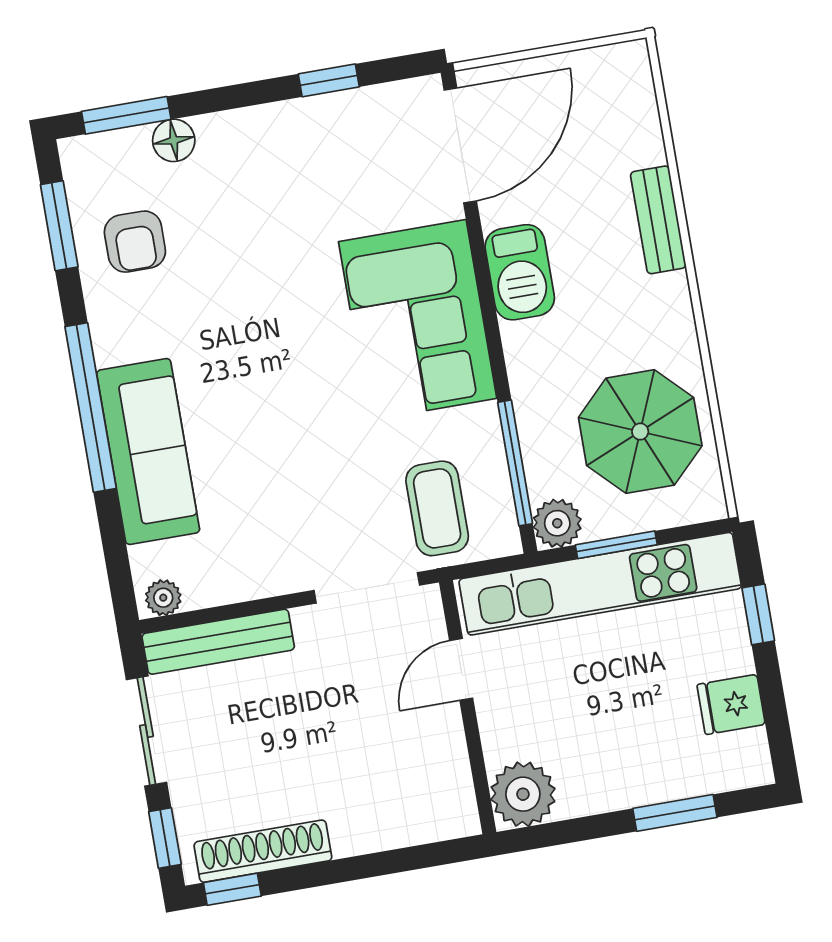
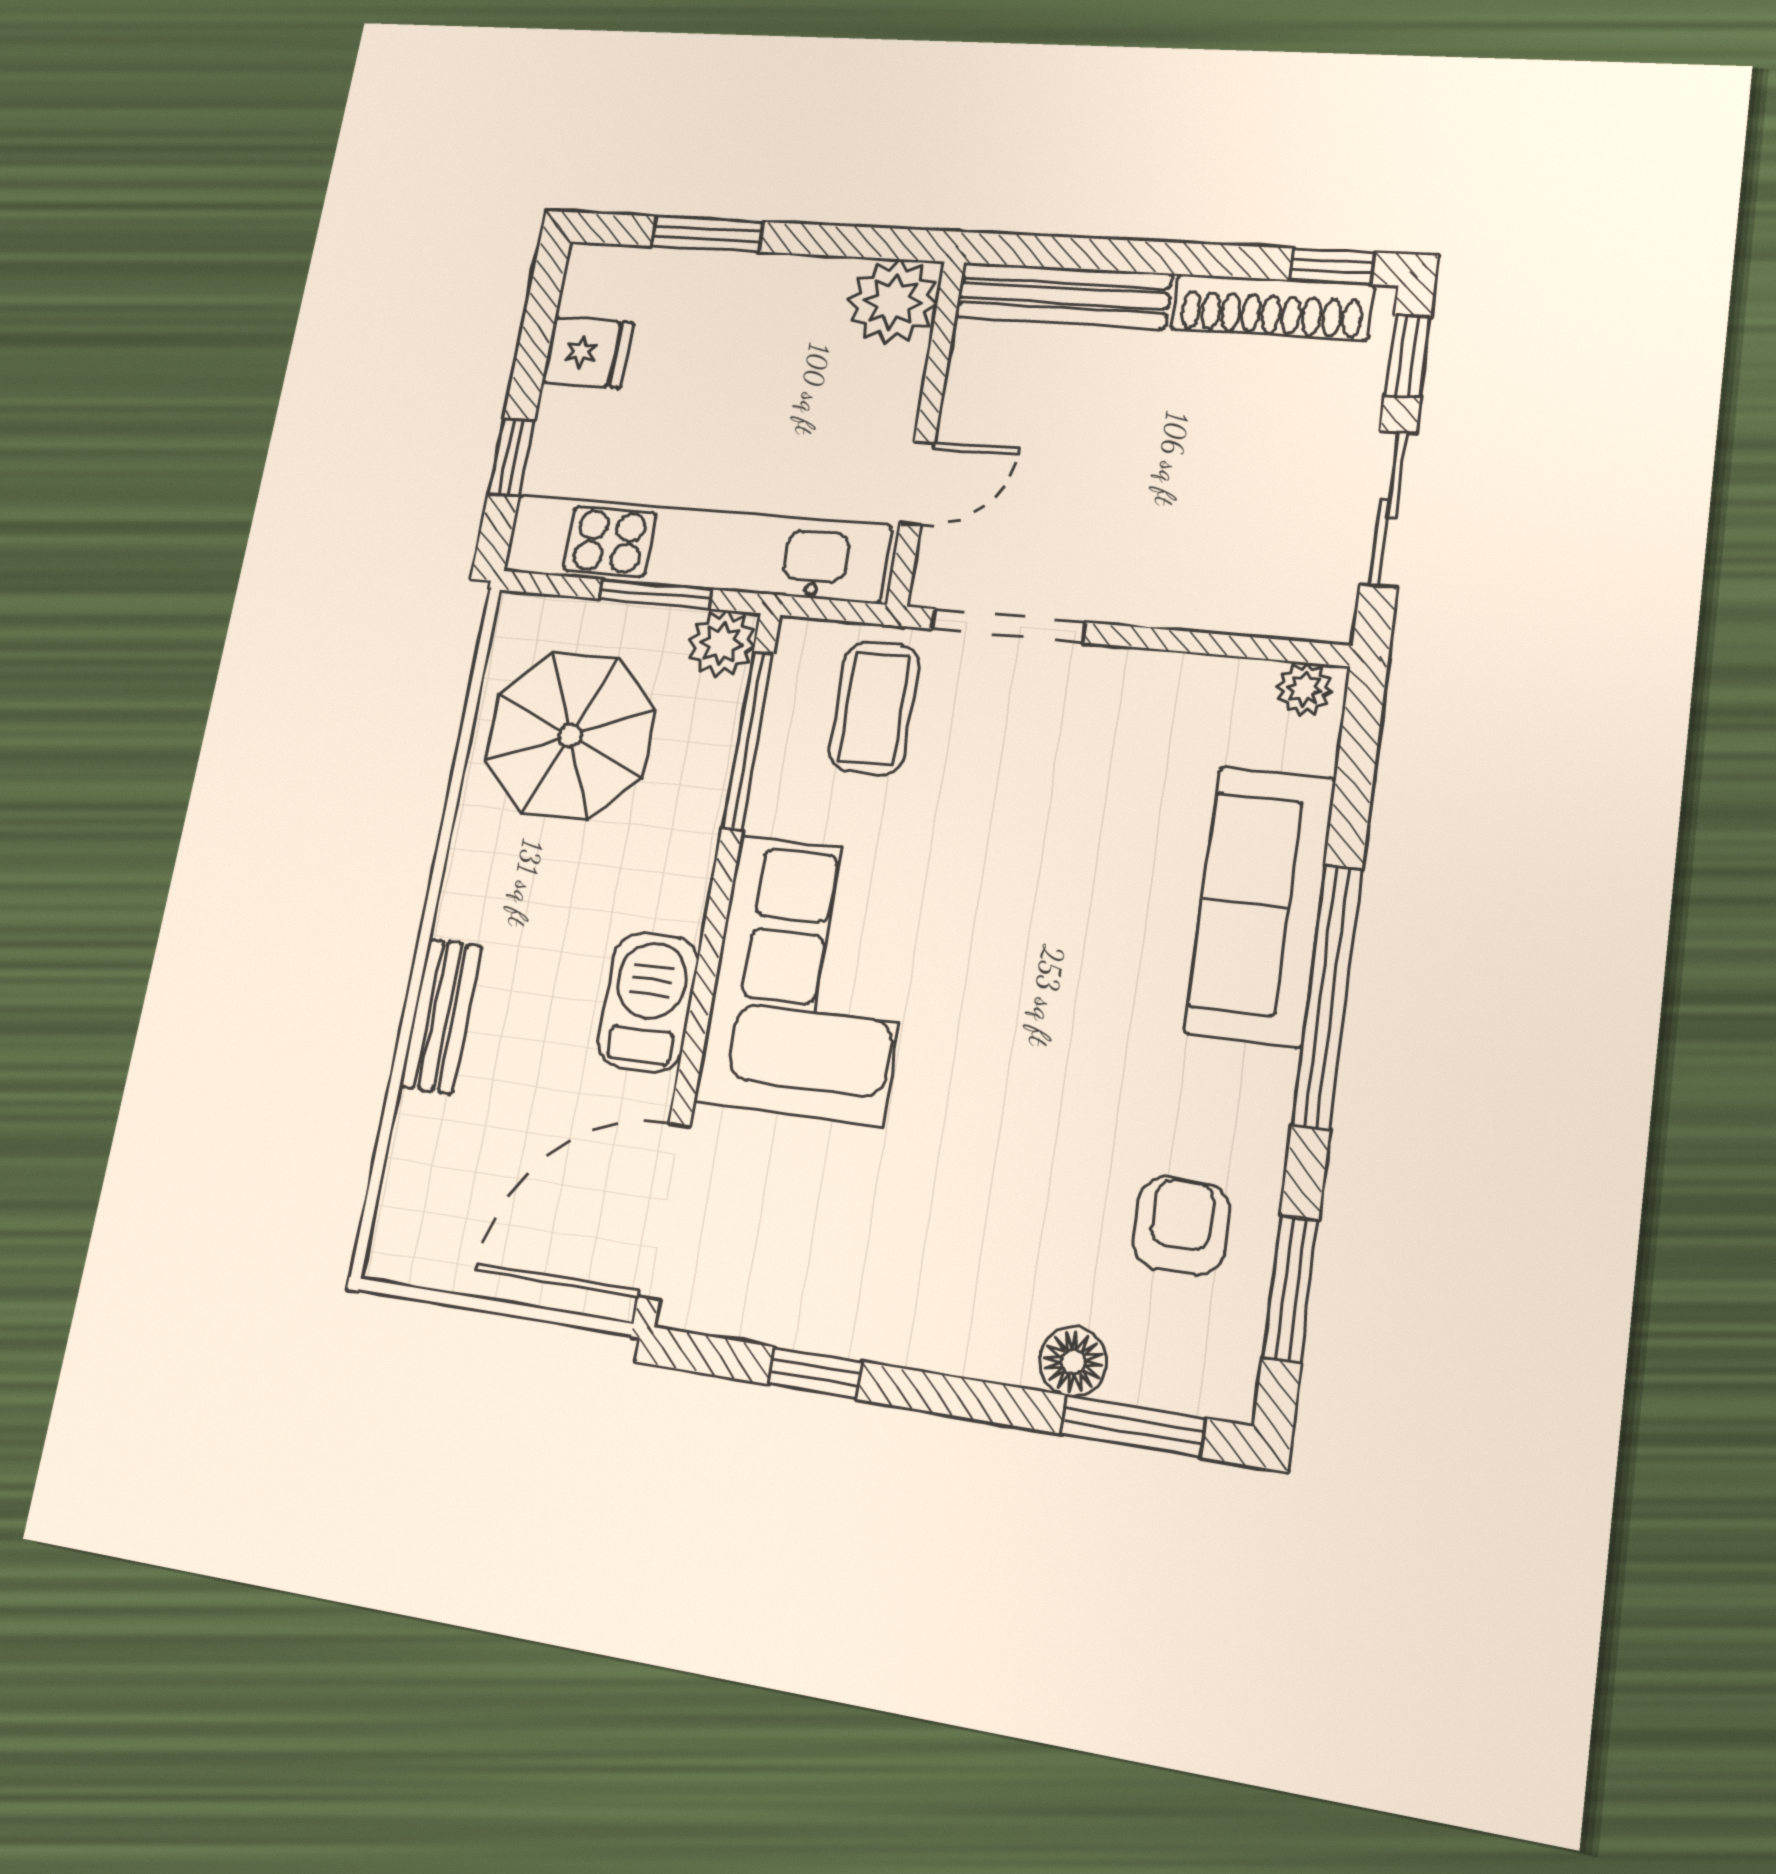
bench: (218, 642) -> (1063, 296), moved

